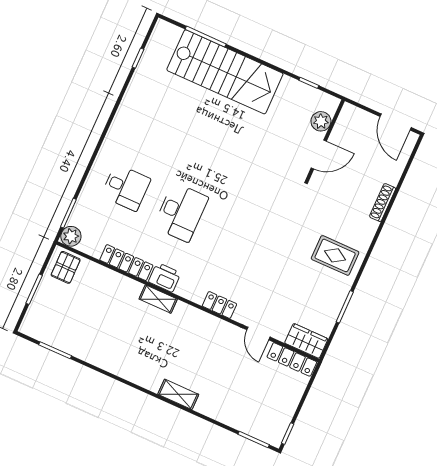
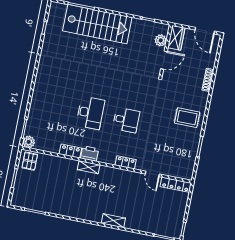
desk: (126, 187) -> (126, 120), moved
locker: (126, 263) -> (70, 151), width x0.66
wardrobe: (306, 341) -> (176, 38), moved, turned 90

